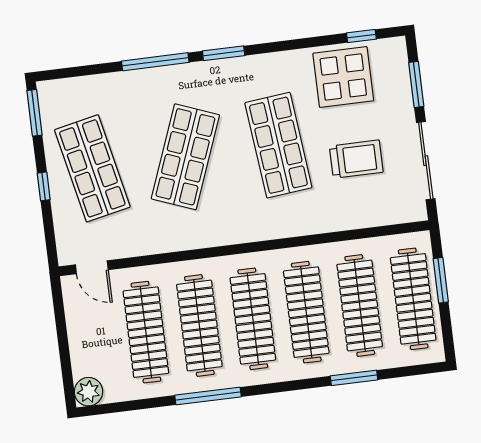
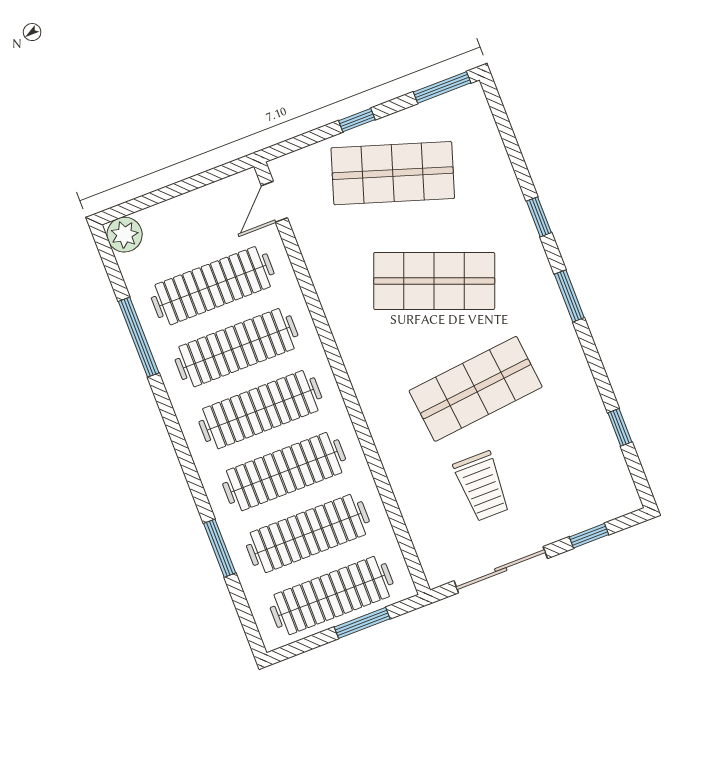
window: (361, 36) -> (620, 427), moved
window: (155, 62) -> (539, 217), width x0.46
display table: (343, 77) -> (576, 446), removed
window: (416, 84) -> (589, 536), width x0.67
shop shelf: (92, 168) -> (393, 173), turned 30
window: (208, 396) -> (139, 337), moved

